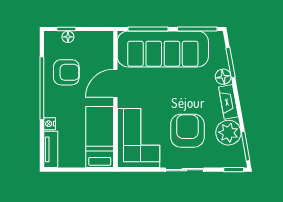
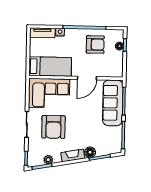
sofa: (163, 49) -> (113, 103), width x0.74, depth x0.79
armchair: (66, 72) -> (95, 44), turned -90
door: (115, 83) -> (87, 78), swing flipped
armchair: (187, 131) -> (53, 127), turned 90
plant: (228, 133) -> (48, 160), width x0.53, depth x0.53

